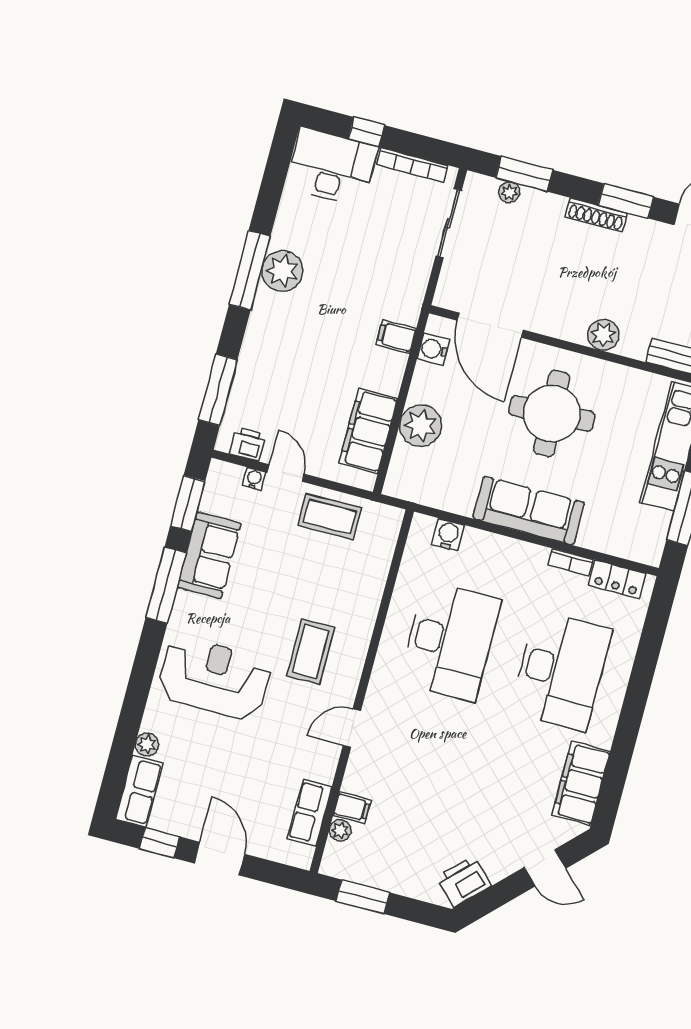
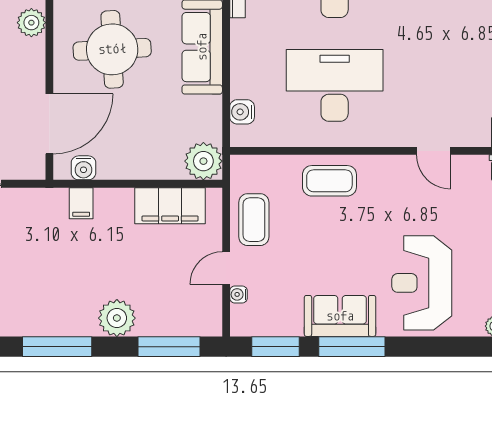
plant: (282, 271) -> (117, 318), moved
plant: (421, 426) -> (203, 161), moved
printer: (247, 444) -> (210, 308), removed
sofa: (209, 555) -> (340, 316), moved
coffee table: (311, 652) -> (329, 181), moved

